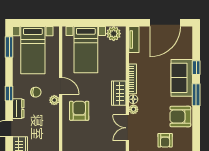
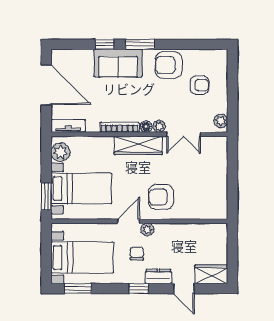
window: (80, 23) -> (46, 196), added
wardrobe: (119, 93) -> (138, 145), width x1.50
armchair: (180, 117) -> (169, 65), turned 90

